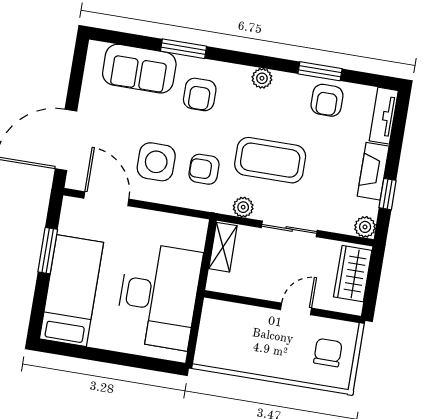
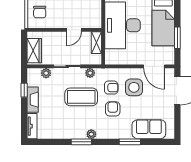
window: (320, 71) -> (81, 142), moved
armchair: (200, 94) -> (113, 109), moved
armchair: (327, 100) -> (59, 129), removed
plant: (365, 227) -> (46, 73), moved
shelving: (223, 247) -> (96, 43), moved
door: (296, 309) -> (74, 30), moved

